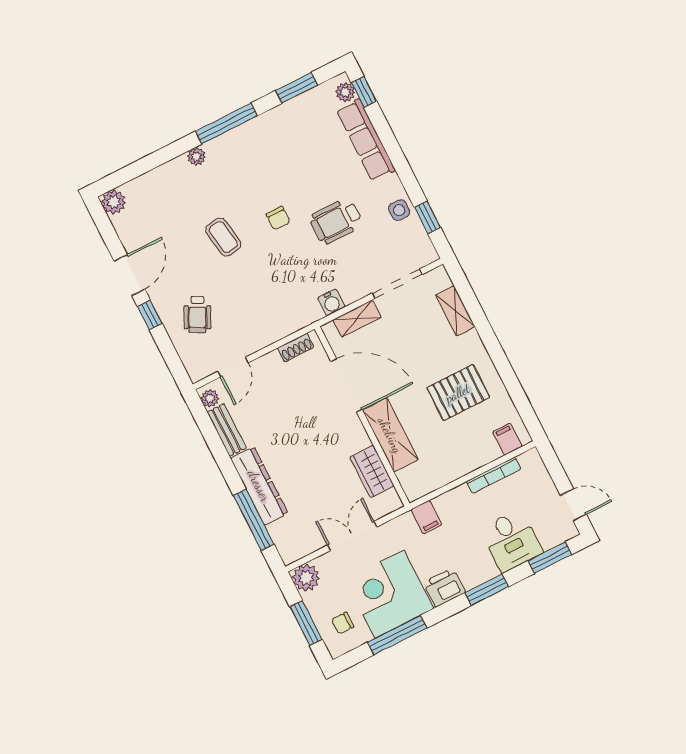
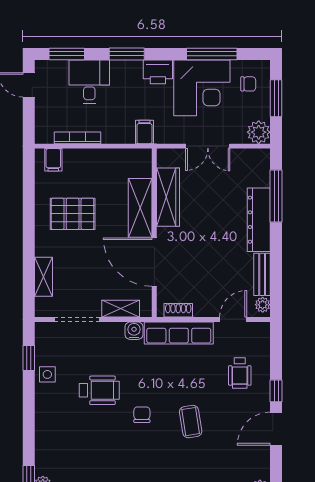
row of seats: (366, 140) -> (179, 333), moved, turned 90
wheelchair: (197, 314) -> (240, 373), turned 153
wardrobe: (372, 471) -> (168, 197), width x1.50

